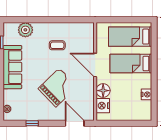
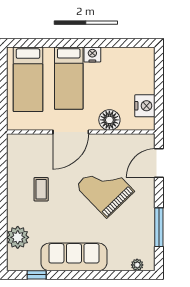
nightstand: (146, 94) -> (92, 54), moved
nightstand: (103, 106) -> (145, 106), moved, turned -90
window: (32, 123) -> (159, 227), width x2.17

